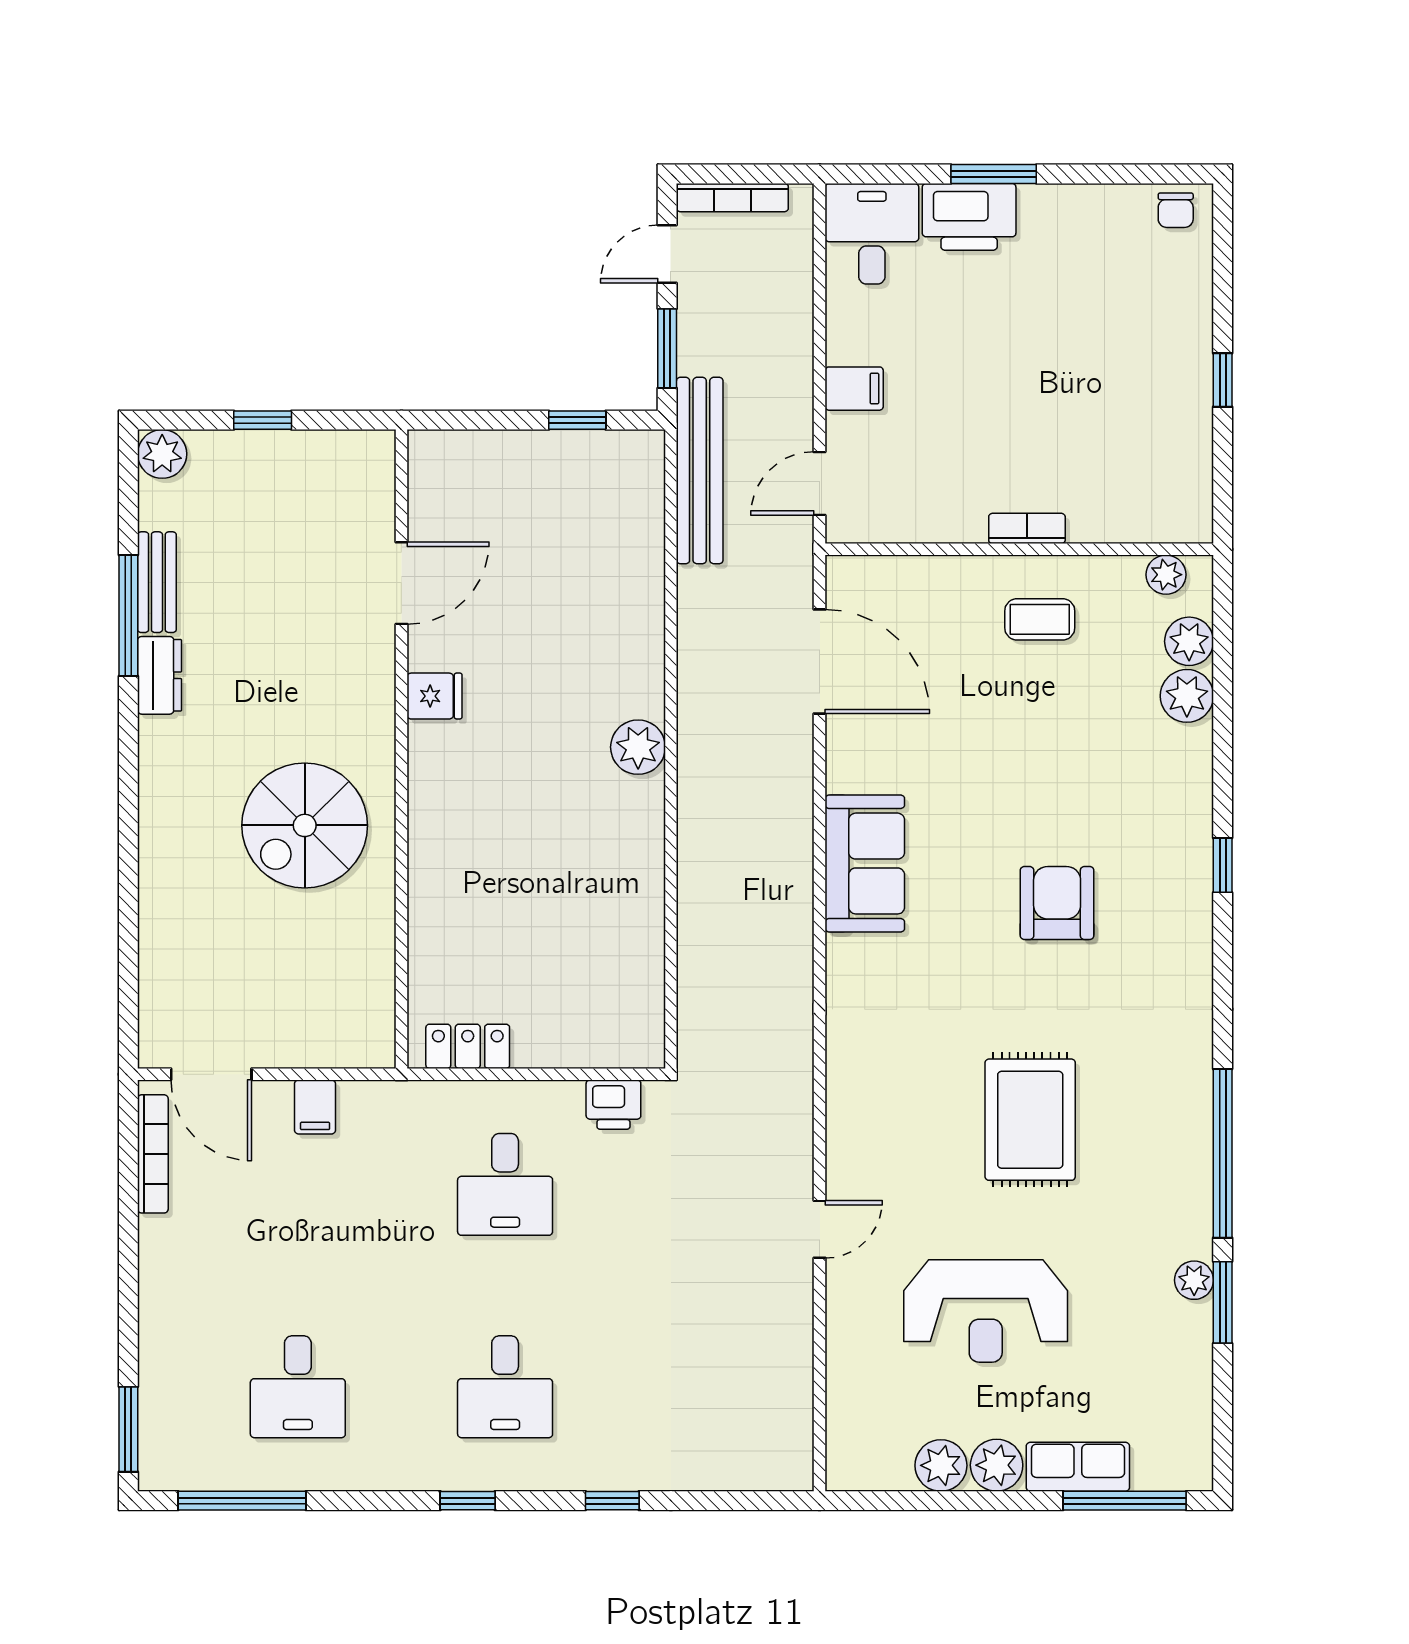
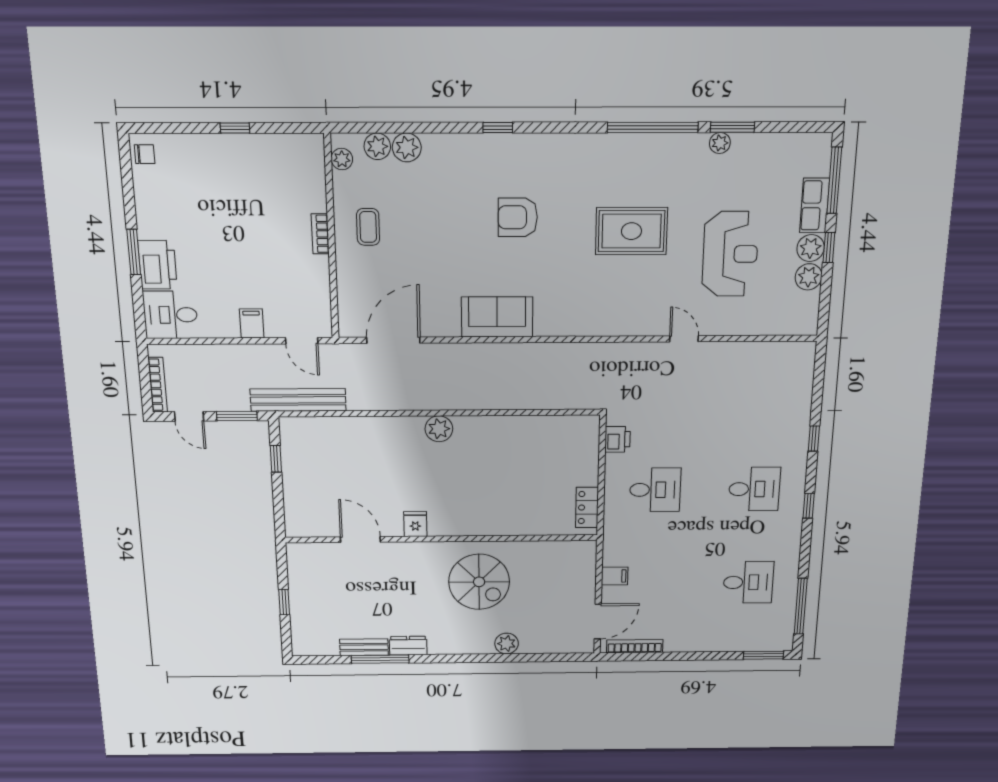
plant: (162, 454) -> (507, 644), moved
window: (997, 1501) -> (829, 248), added

